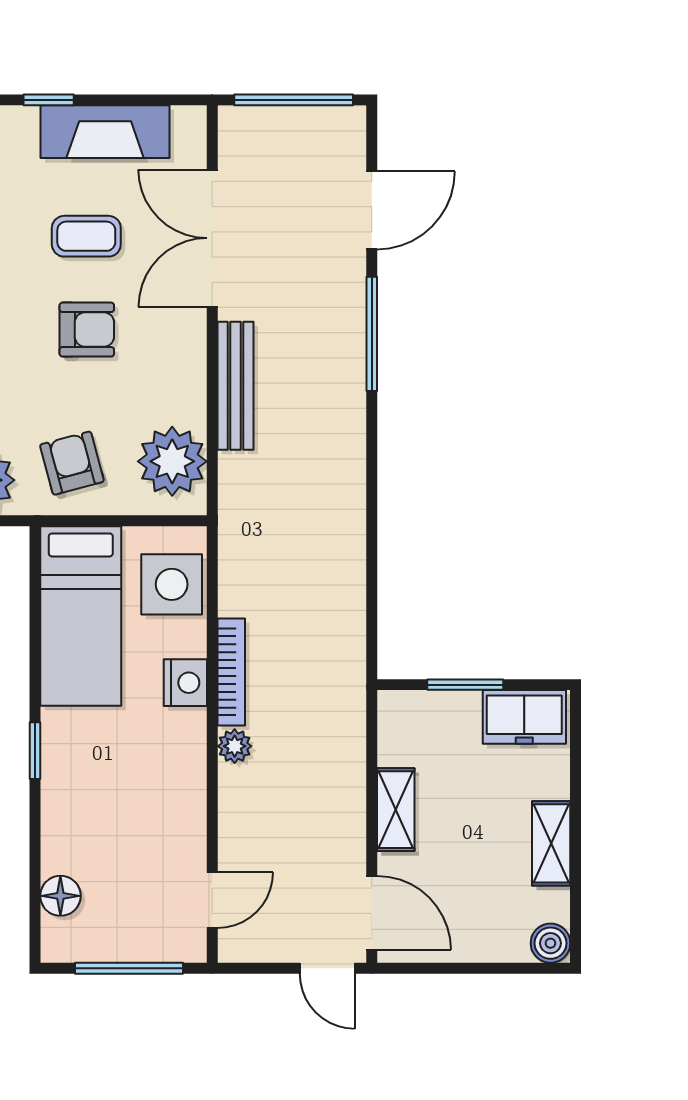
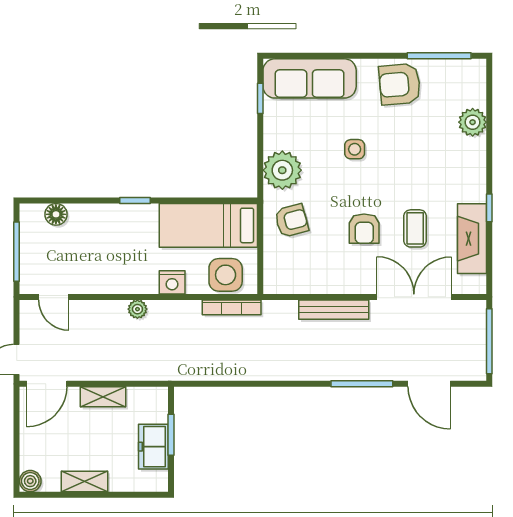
plant: (172, 461) -> (293, 275), removed
bookcase: (231, 672) -> (232, 307), moved
freezer: (524, 717) -> (153, 447), moved

